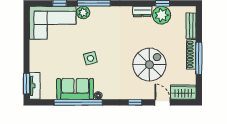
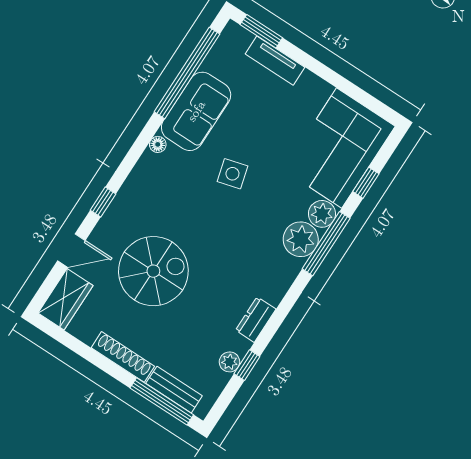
plant: (99, 14) -> (301, 239), added
plant: (162, 15) -> (229, 362), width x0.53, depth x0.53
window: (199, 58) -> (162, 401), moved
spiral stairs: (149, 65) -> (153, 271), turned -90
tv unit: (35, 86) -> (275, 61), moved
window: (78, 102) -> (187, 73), moved

